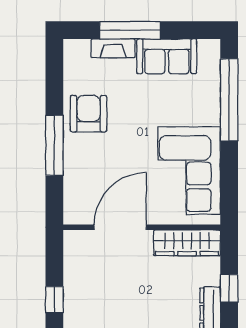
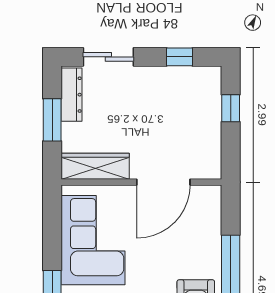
window: (229, 288) -> (52, 120), width x1.50

